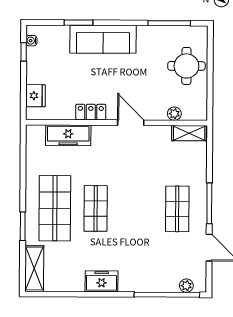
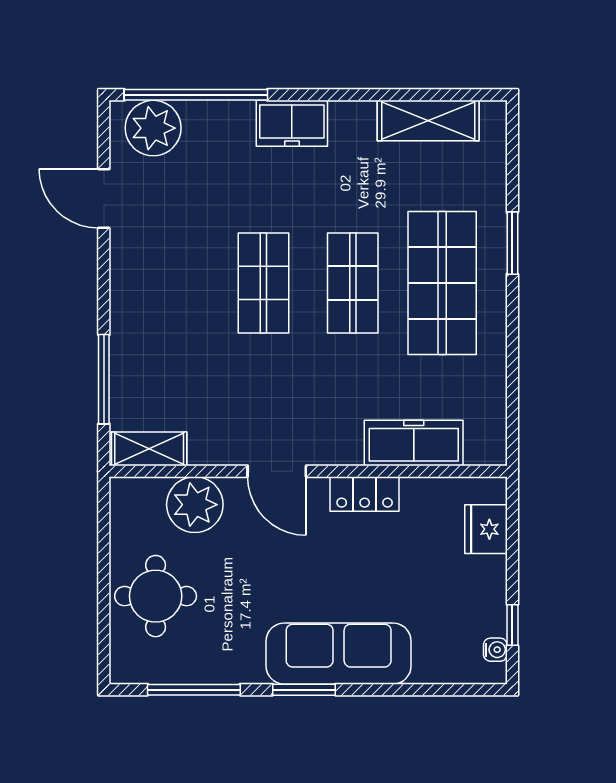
window: (79, 23) -> (304, 690), moved
plant: (174, 114) -> (195, 505), width x1.87, depth x1.87
window: (209, 203) -> (104, 379), moved
shop shelf: (177, 209) -> (263, 283), moved
shelving: (34, 268) -> (428, 121), moved, turned 90
freezer: (102, 281) -> (292, 123), moved
plant: (186, 286) -> (153, 128), width x1.88, depth x1.88

